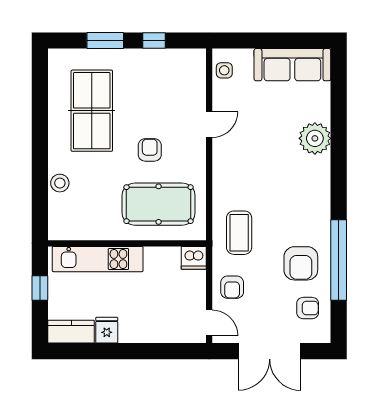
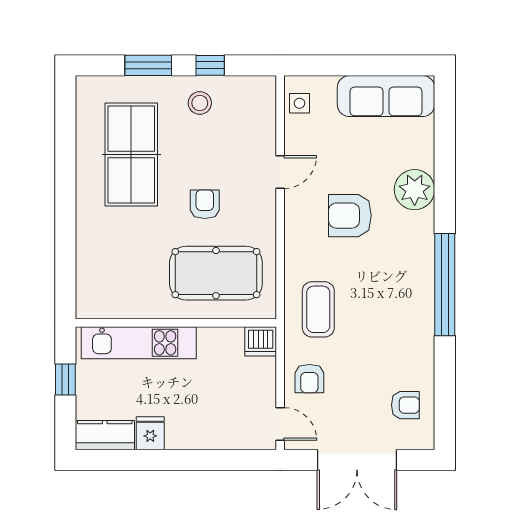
stool: (60, 183) -> (200, 103), moved
window: (339, 260) -> (445, 285), moved
armchair: (301, 263) -> (350, 216), moved, turned 90

